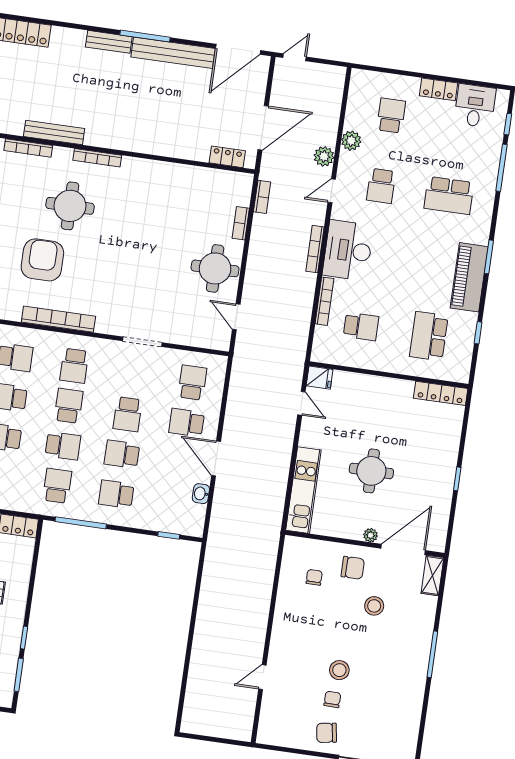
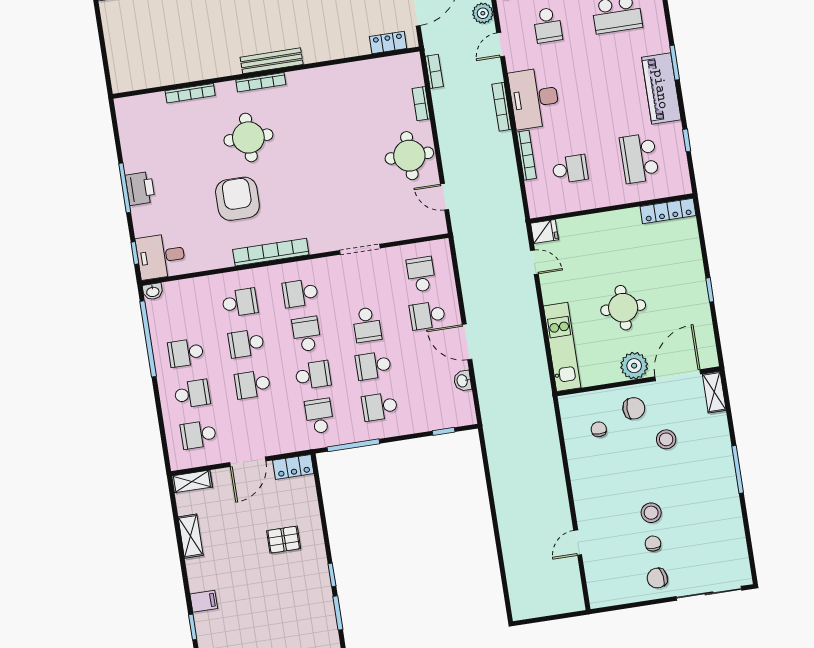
bench: (54, 132) -> (272, 61), moved
school desk: (74, 366) -> (300, 293), turned 90
plant: (371, 535) -> (634, 366), width x1.88, depth x1.88

